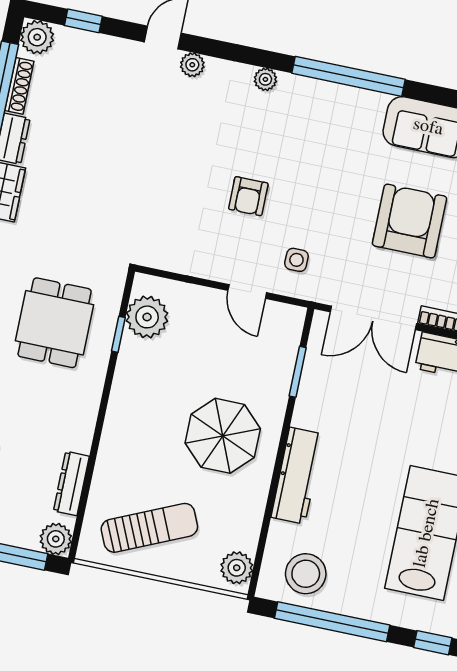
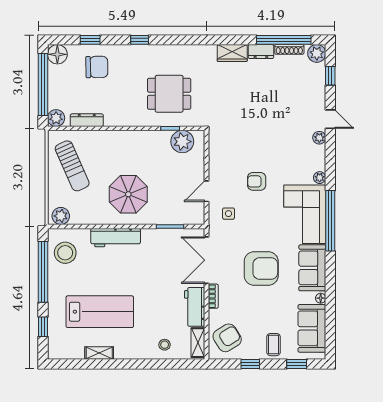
corner sofa: (327, 121) -> (305, 214), added

